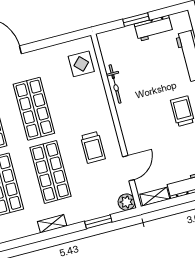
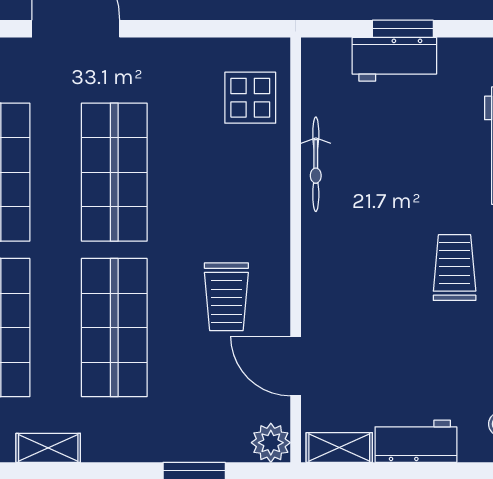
workbench: (154, 28) -> (394, 59), moved
door: (128, 168) -> (296, 366), swing flipped
shelving: (52, 224) -> (48, 448), moved

